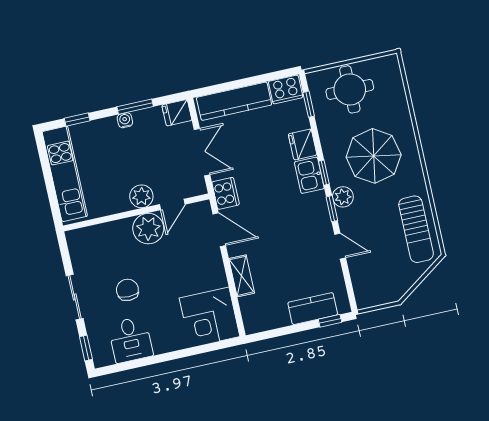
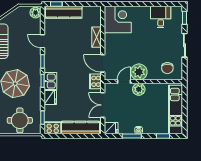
plant: (343, 197) -> (36, 13), moved
chair: (127, 290) -> (167, 68), moved
kitchen counter: (313, 309) -> (64, 12), width x1.50

